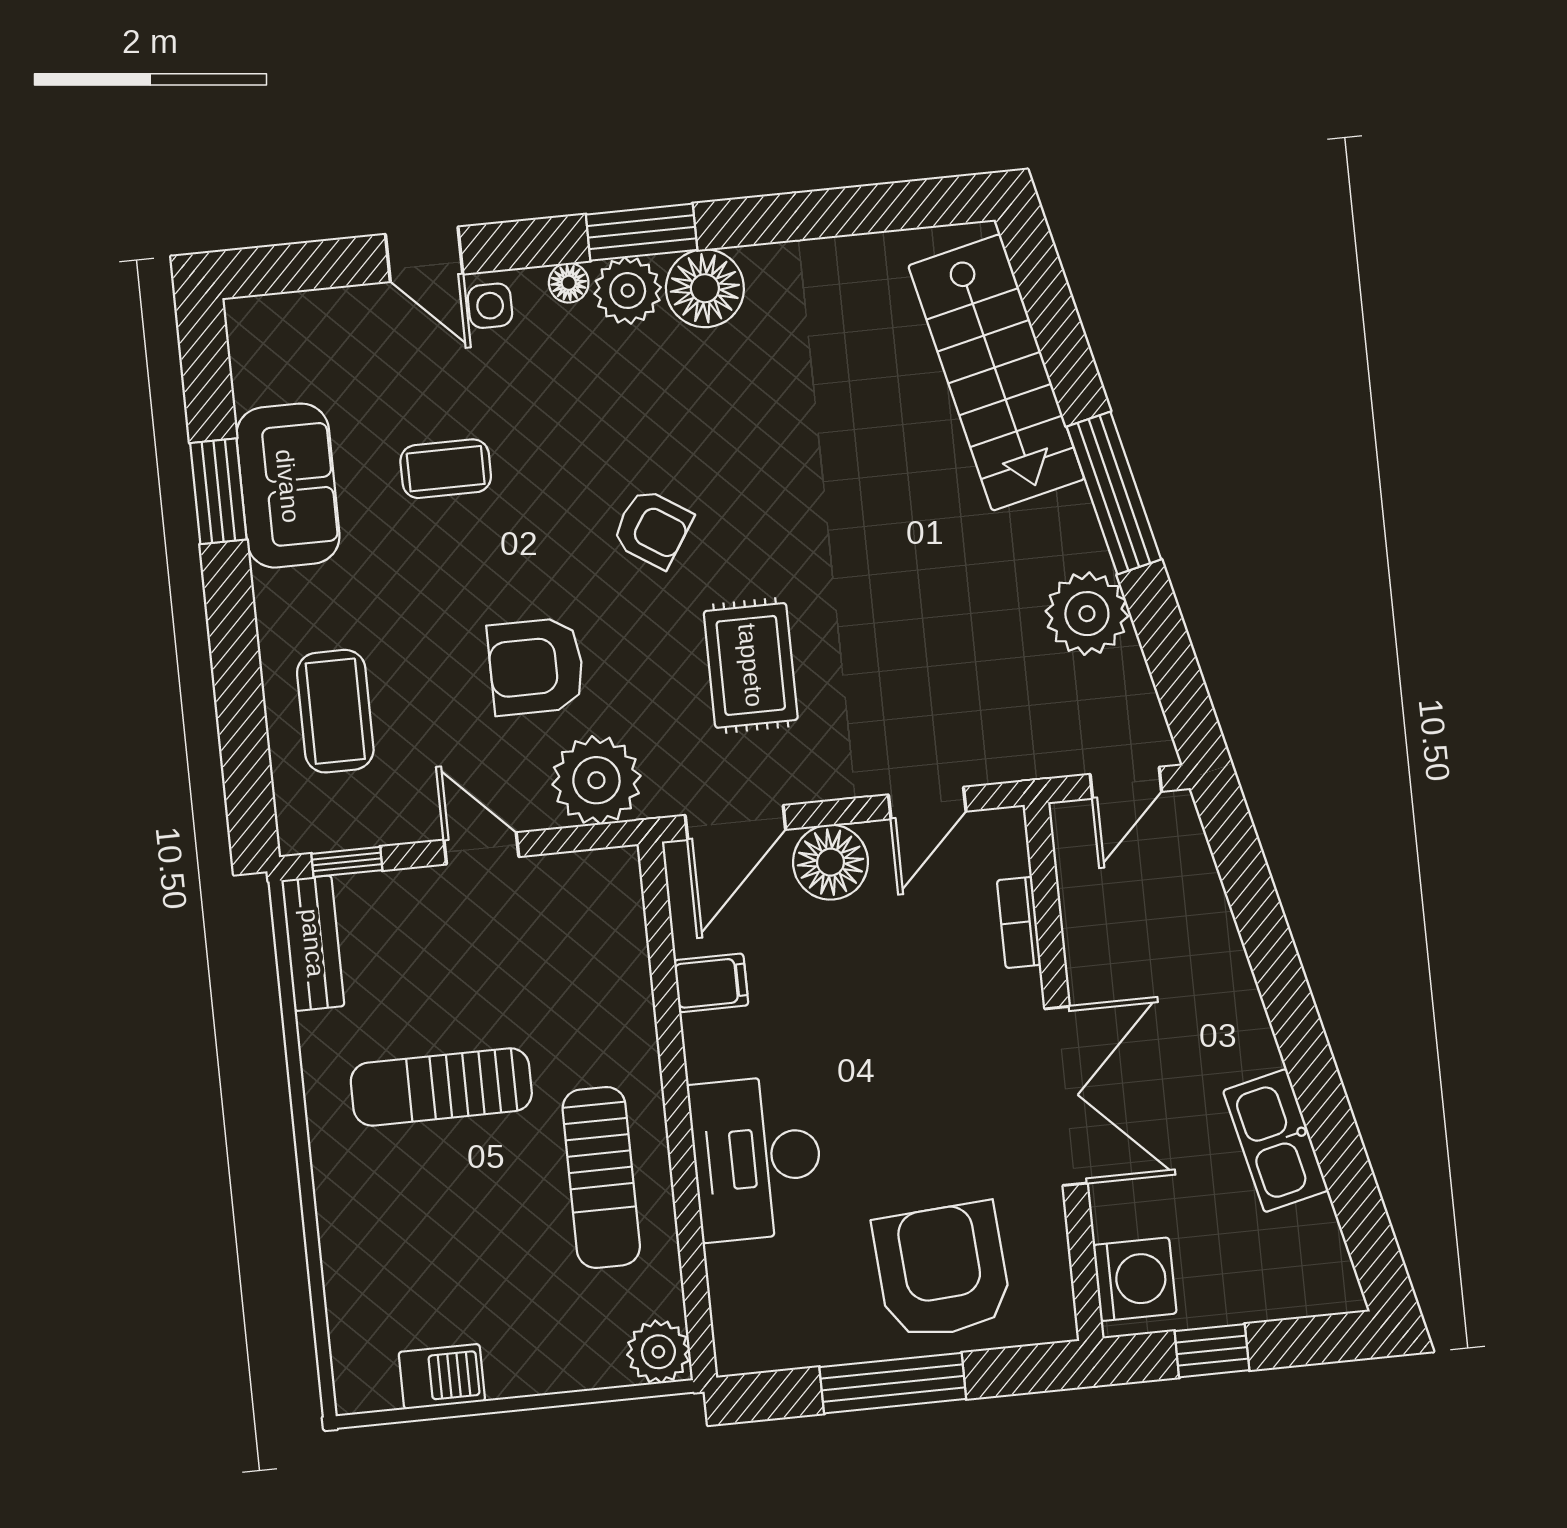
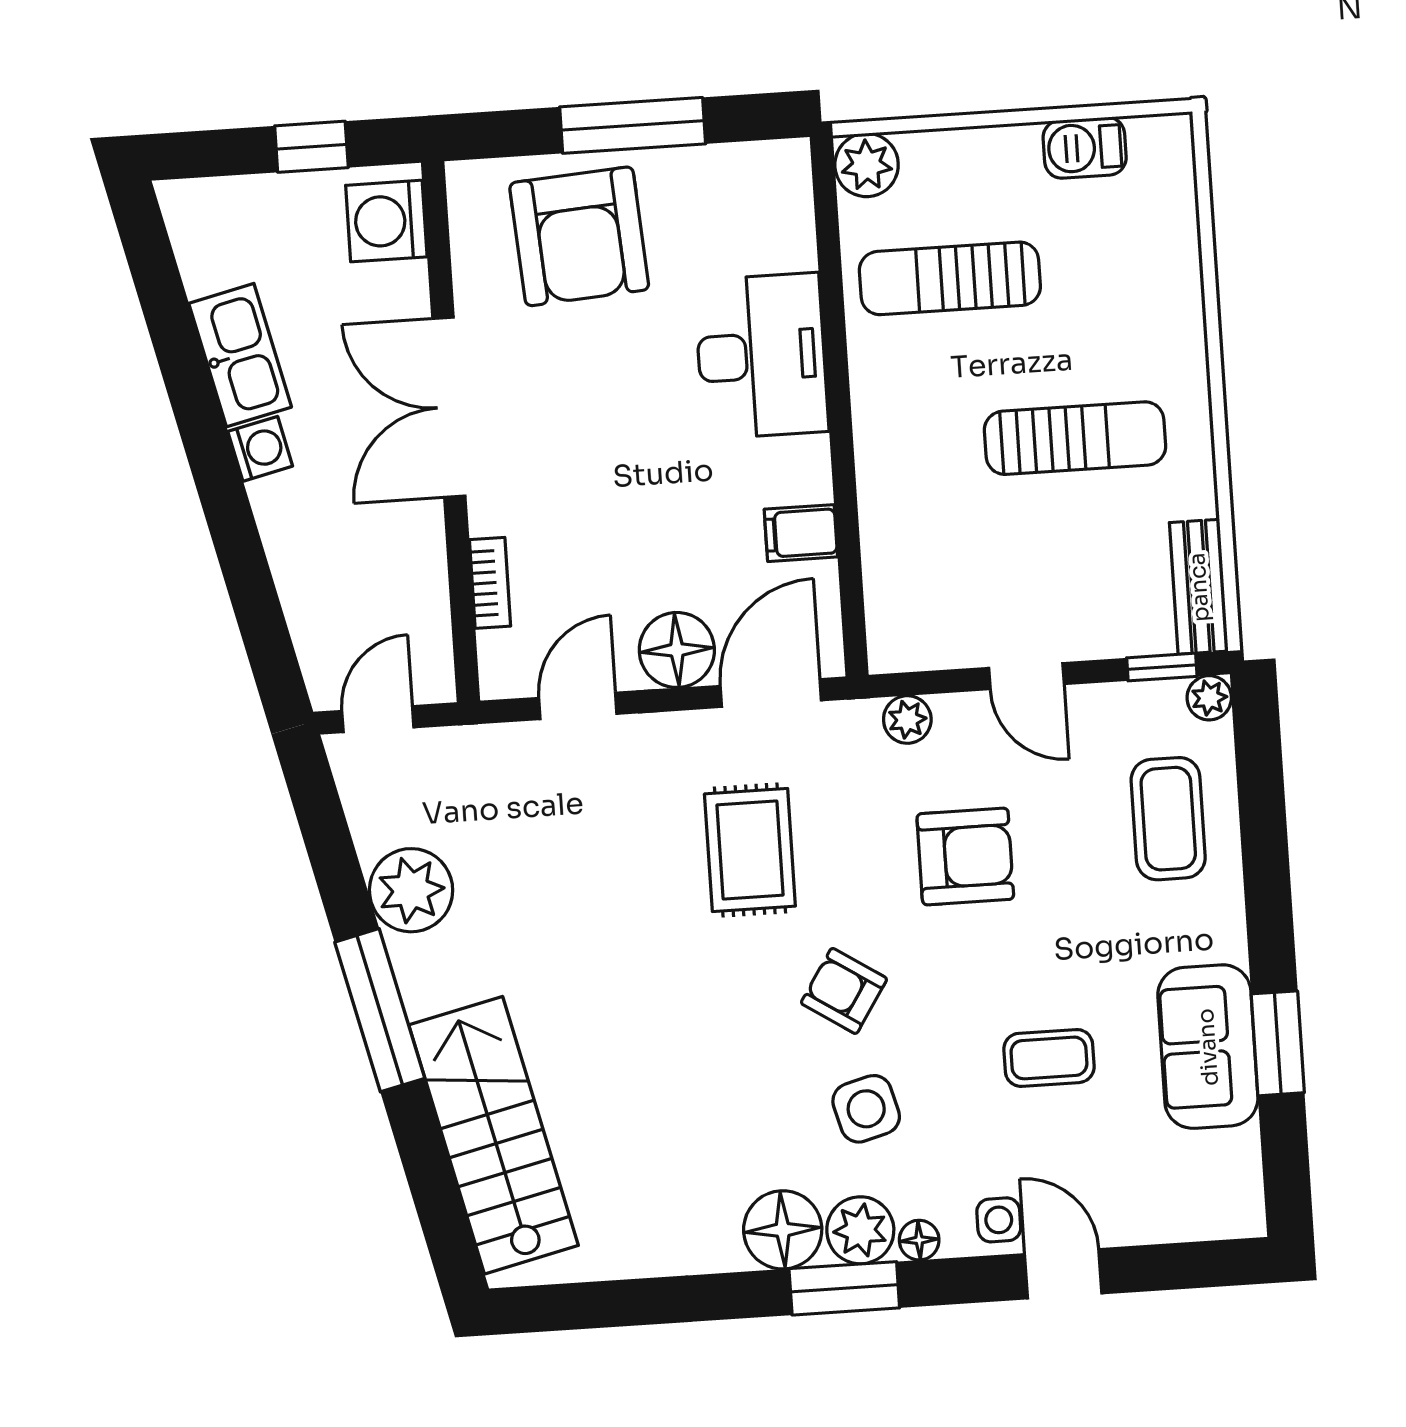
side table: (626, 412) -> (866, 1109), added
plant: (596, 780) -> (907, 719), width x0.53, depth x0.53
plant: (299, 833) -> (1209, 698), added
washing machine: (1252, 1048) -> (260, 449), added
sun lounger: (601, 1177) -> (950, 278), moved, turned -90

